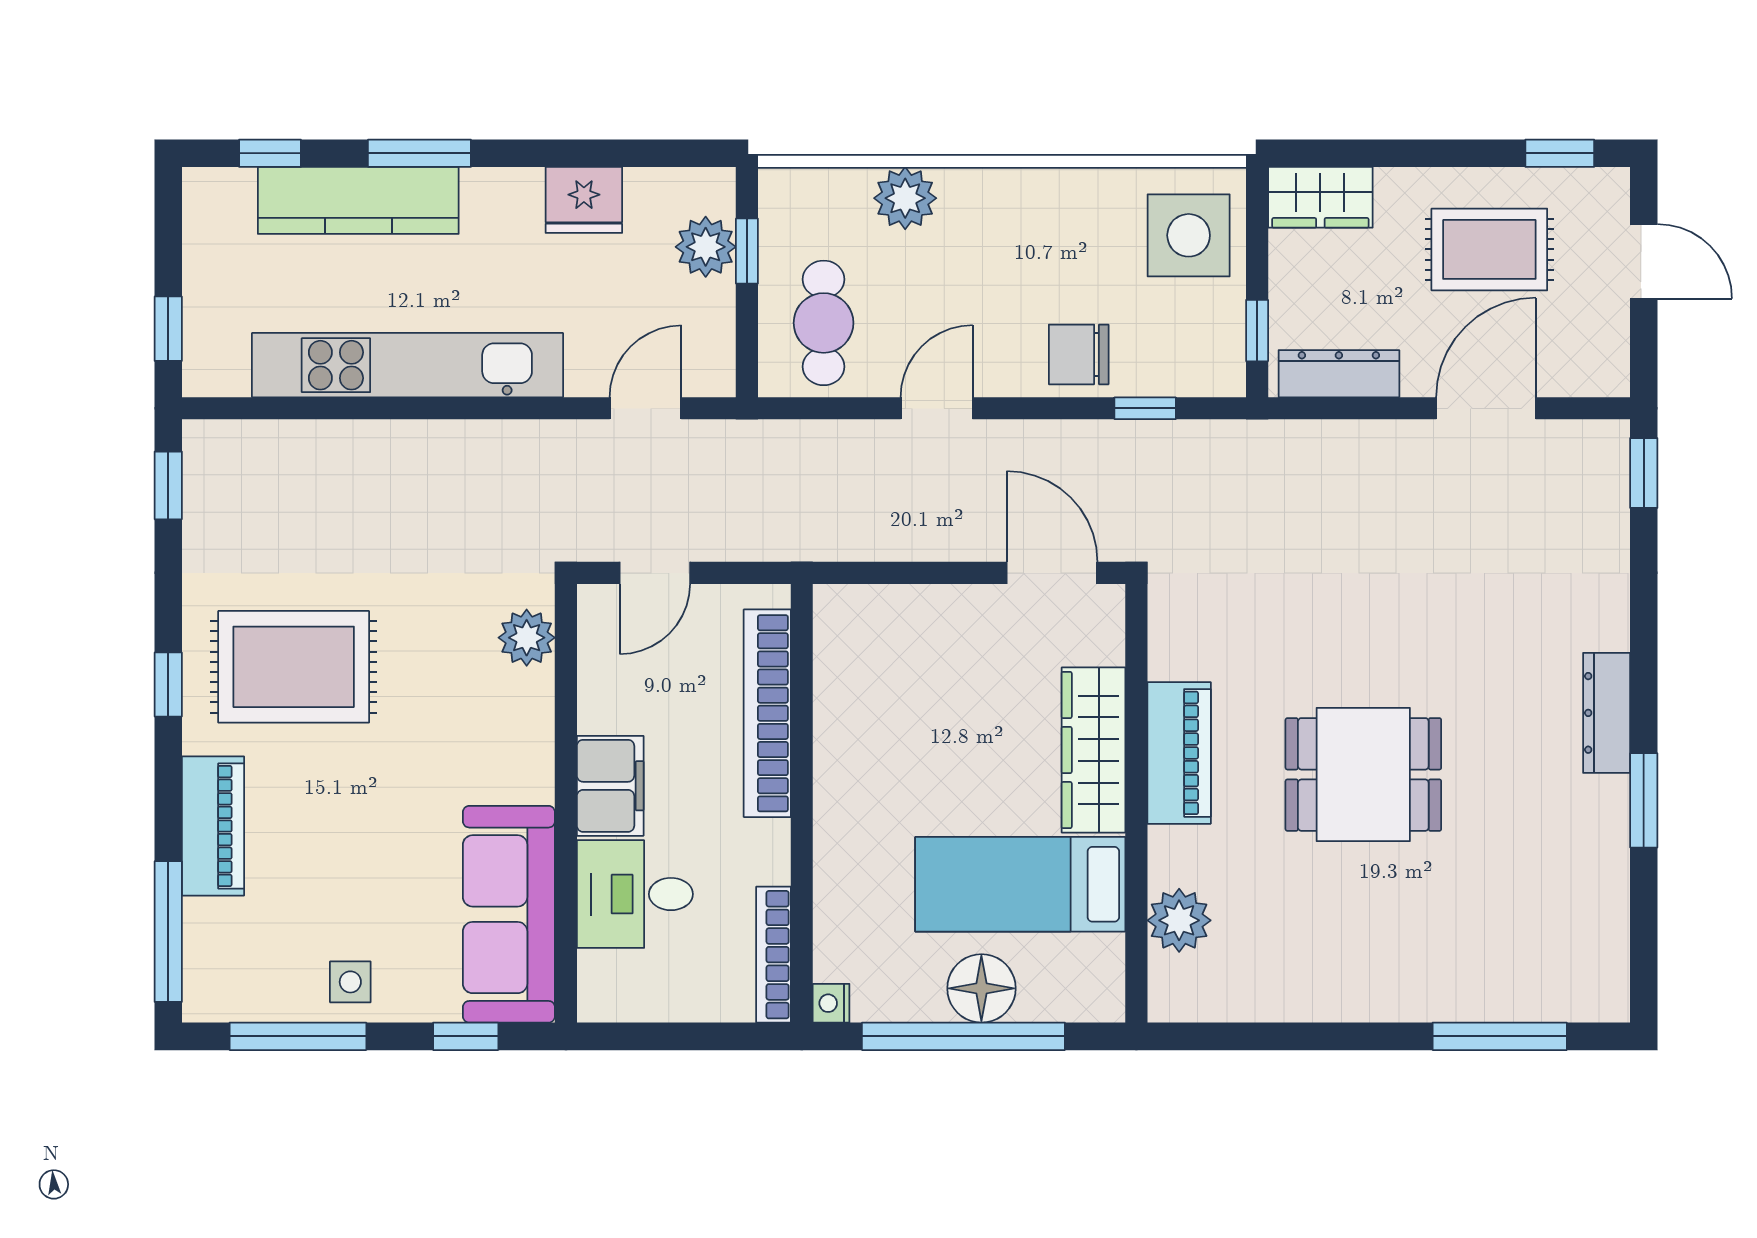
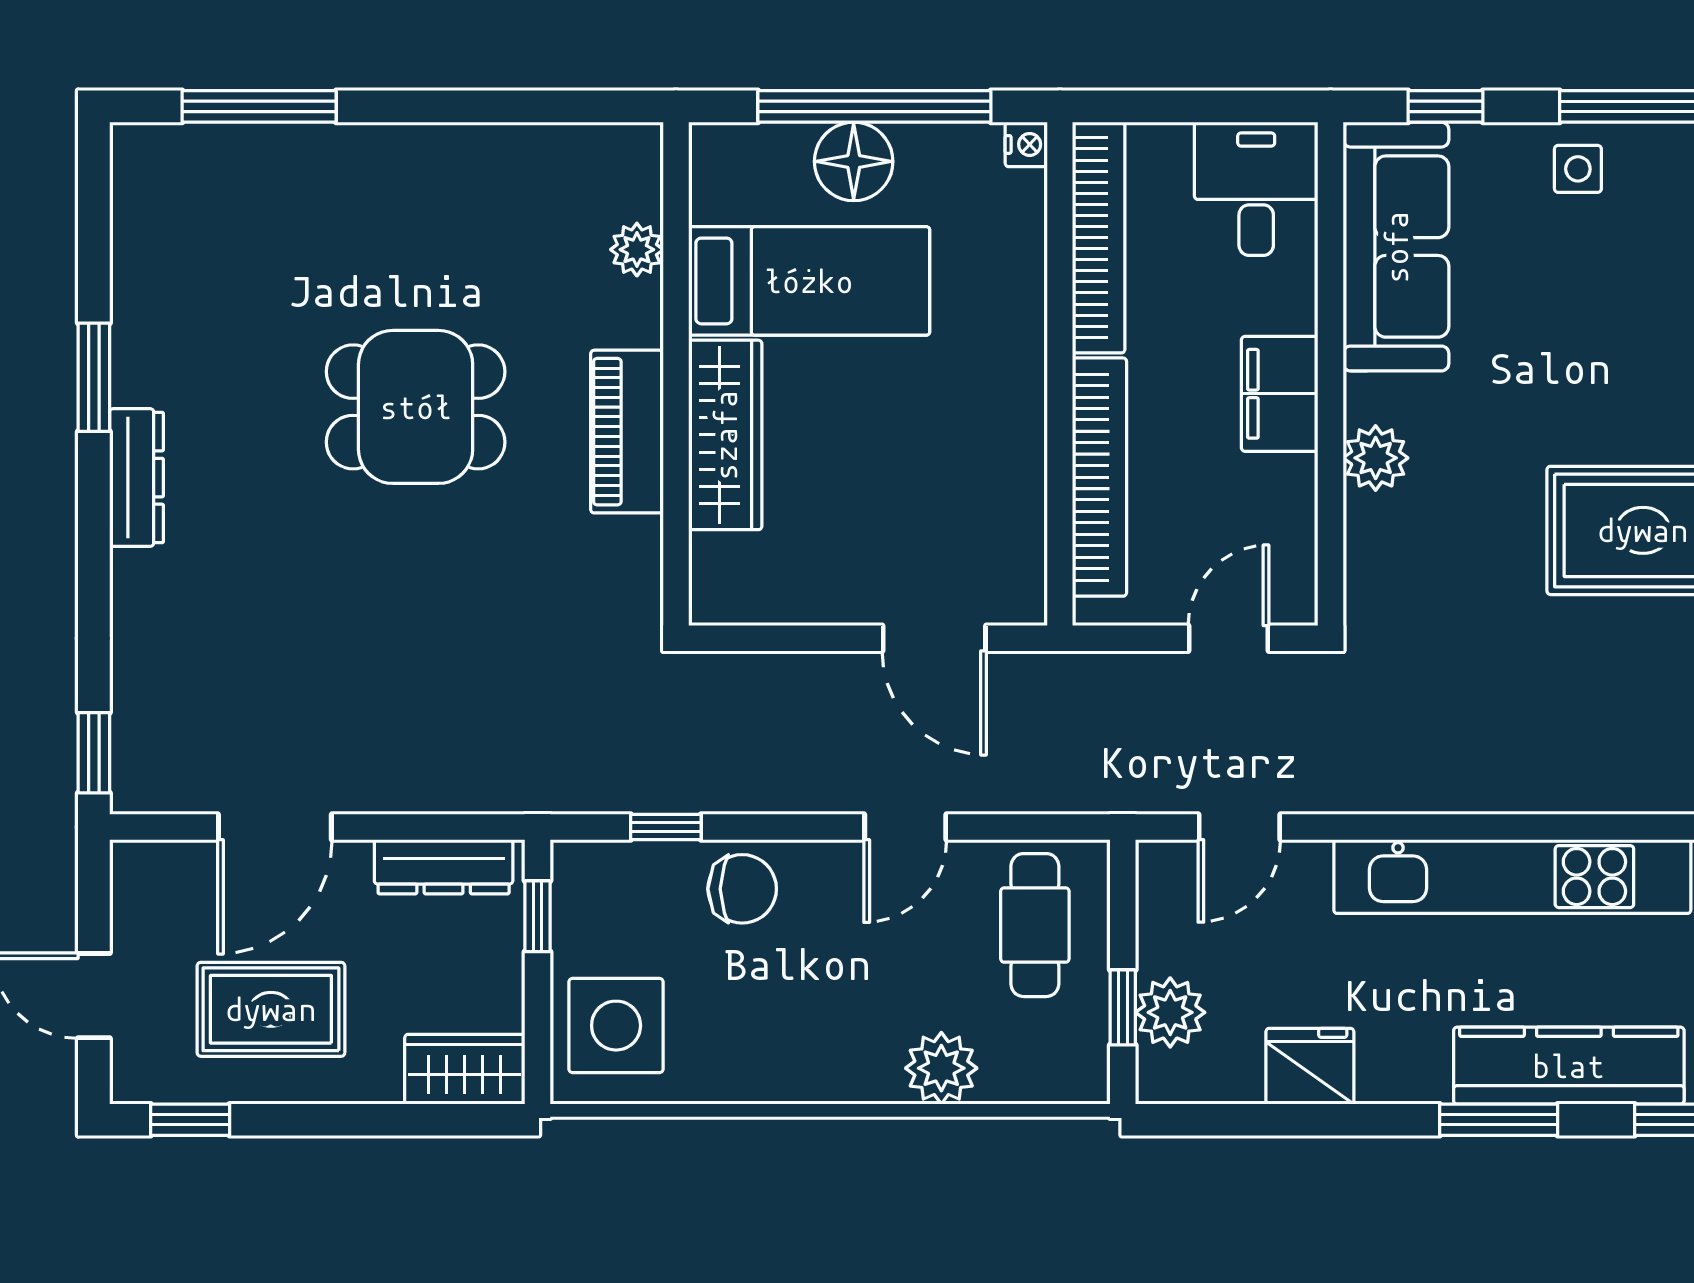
door: (1052, 573) -> (934, 638), moved
plant: (527, 638) -> (1376, 458), moved
desk: (635, 894) -> (1256, 189), moved, turned -90
plant: (1179, 920) -> (637, 250), width x0.73, depth x0.73
bookcase: (773, 955) -> (1099, 238), width x1.48, depth x1.31

